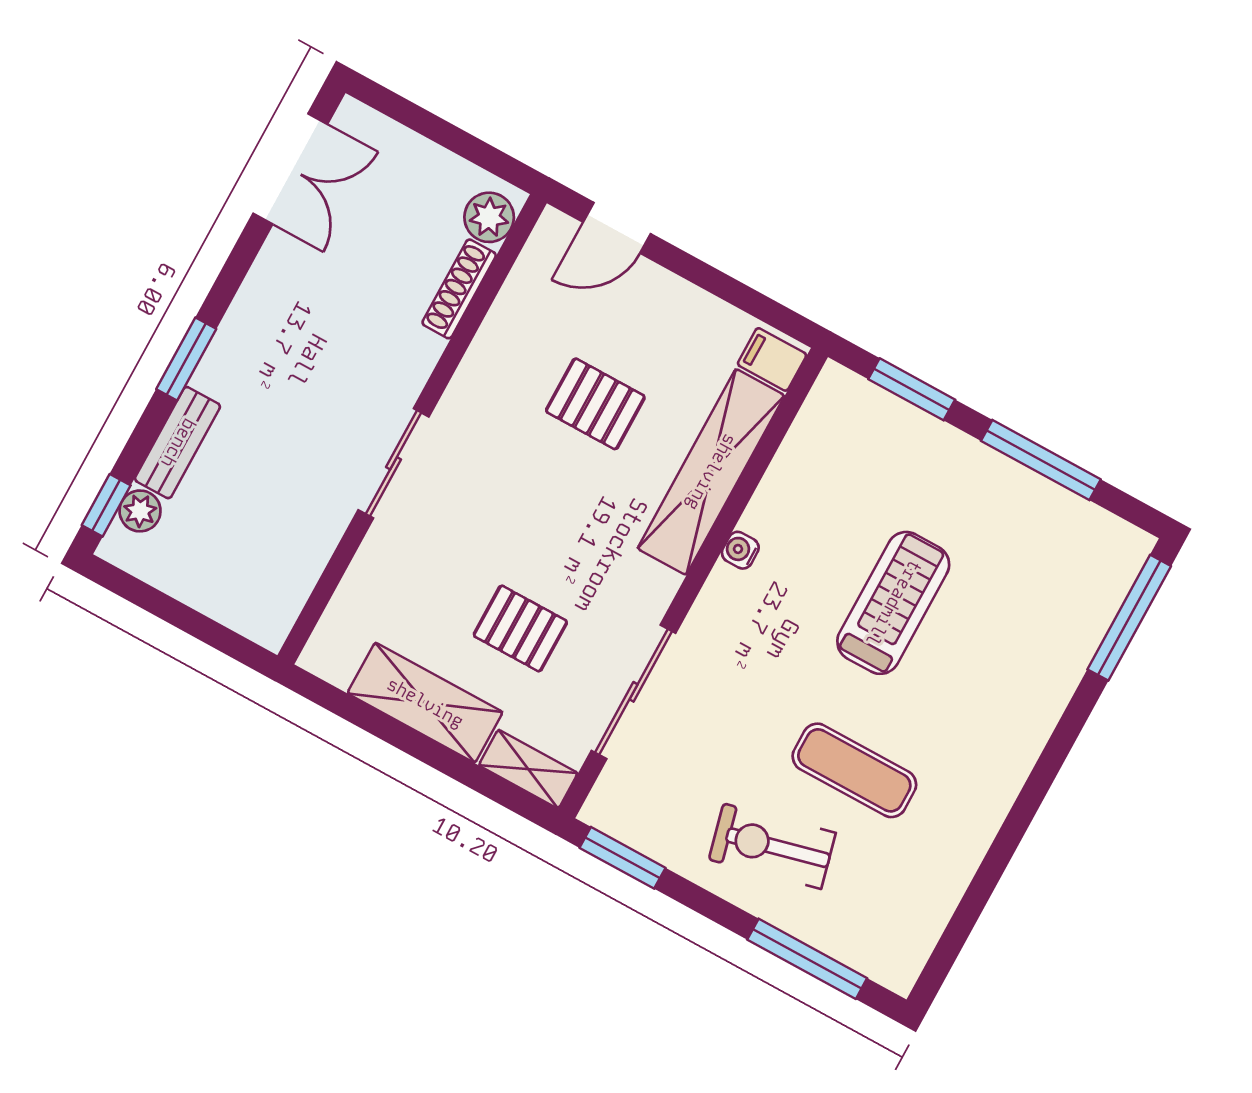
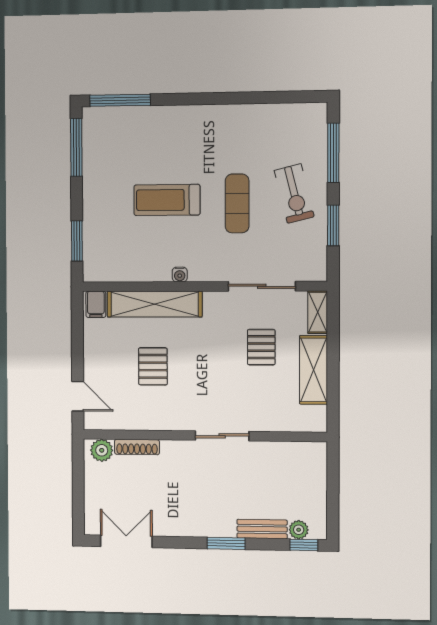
window: (1041, 460) -> (76, 147), moved
exercise mat: (854, 770) -> (237, 203), moved
window: (623, 858) -> (333, 225), moved

